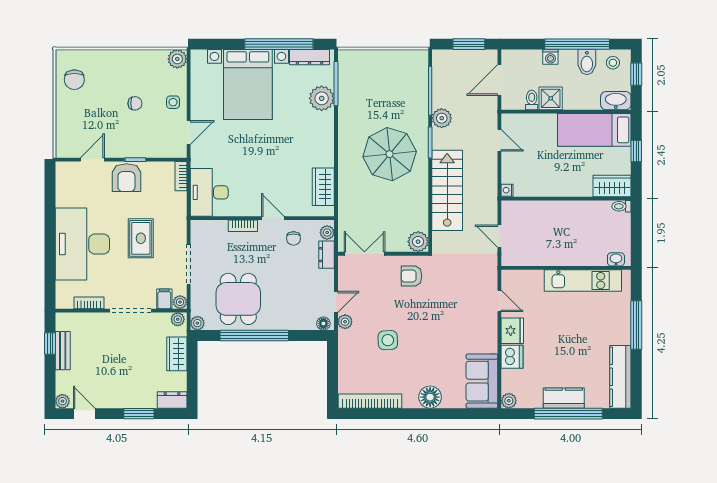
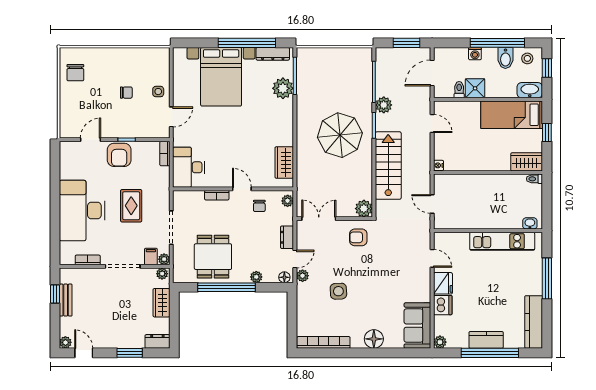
plant: (177, 59) -> (162, 55), removed
dresser: (327, 255) -> (287, 237), moved
plant: (197, 323) -> (256, 277), moved

